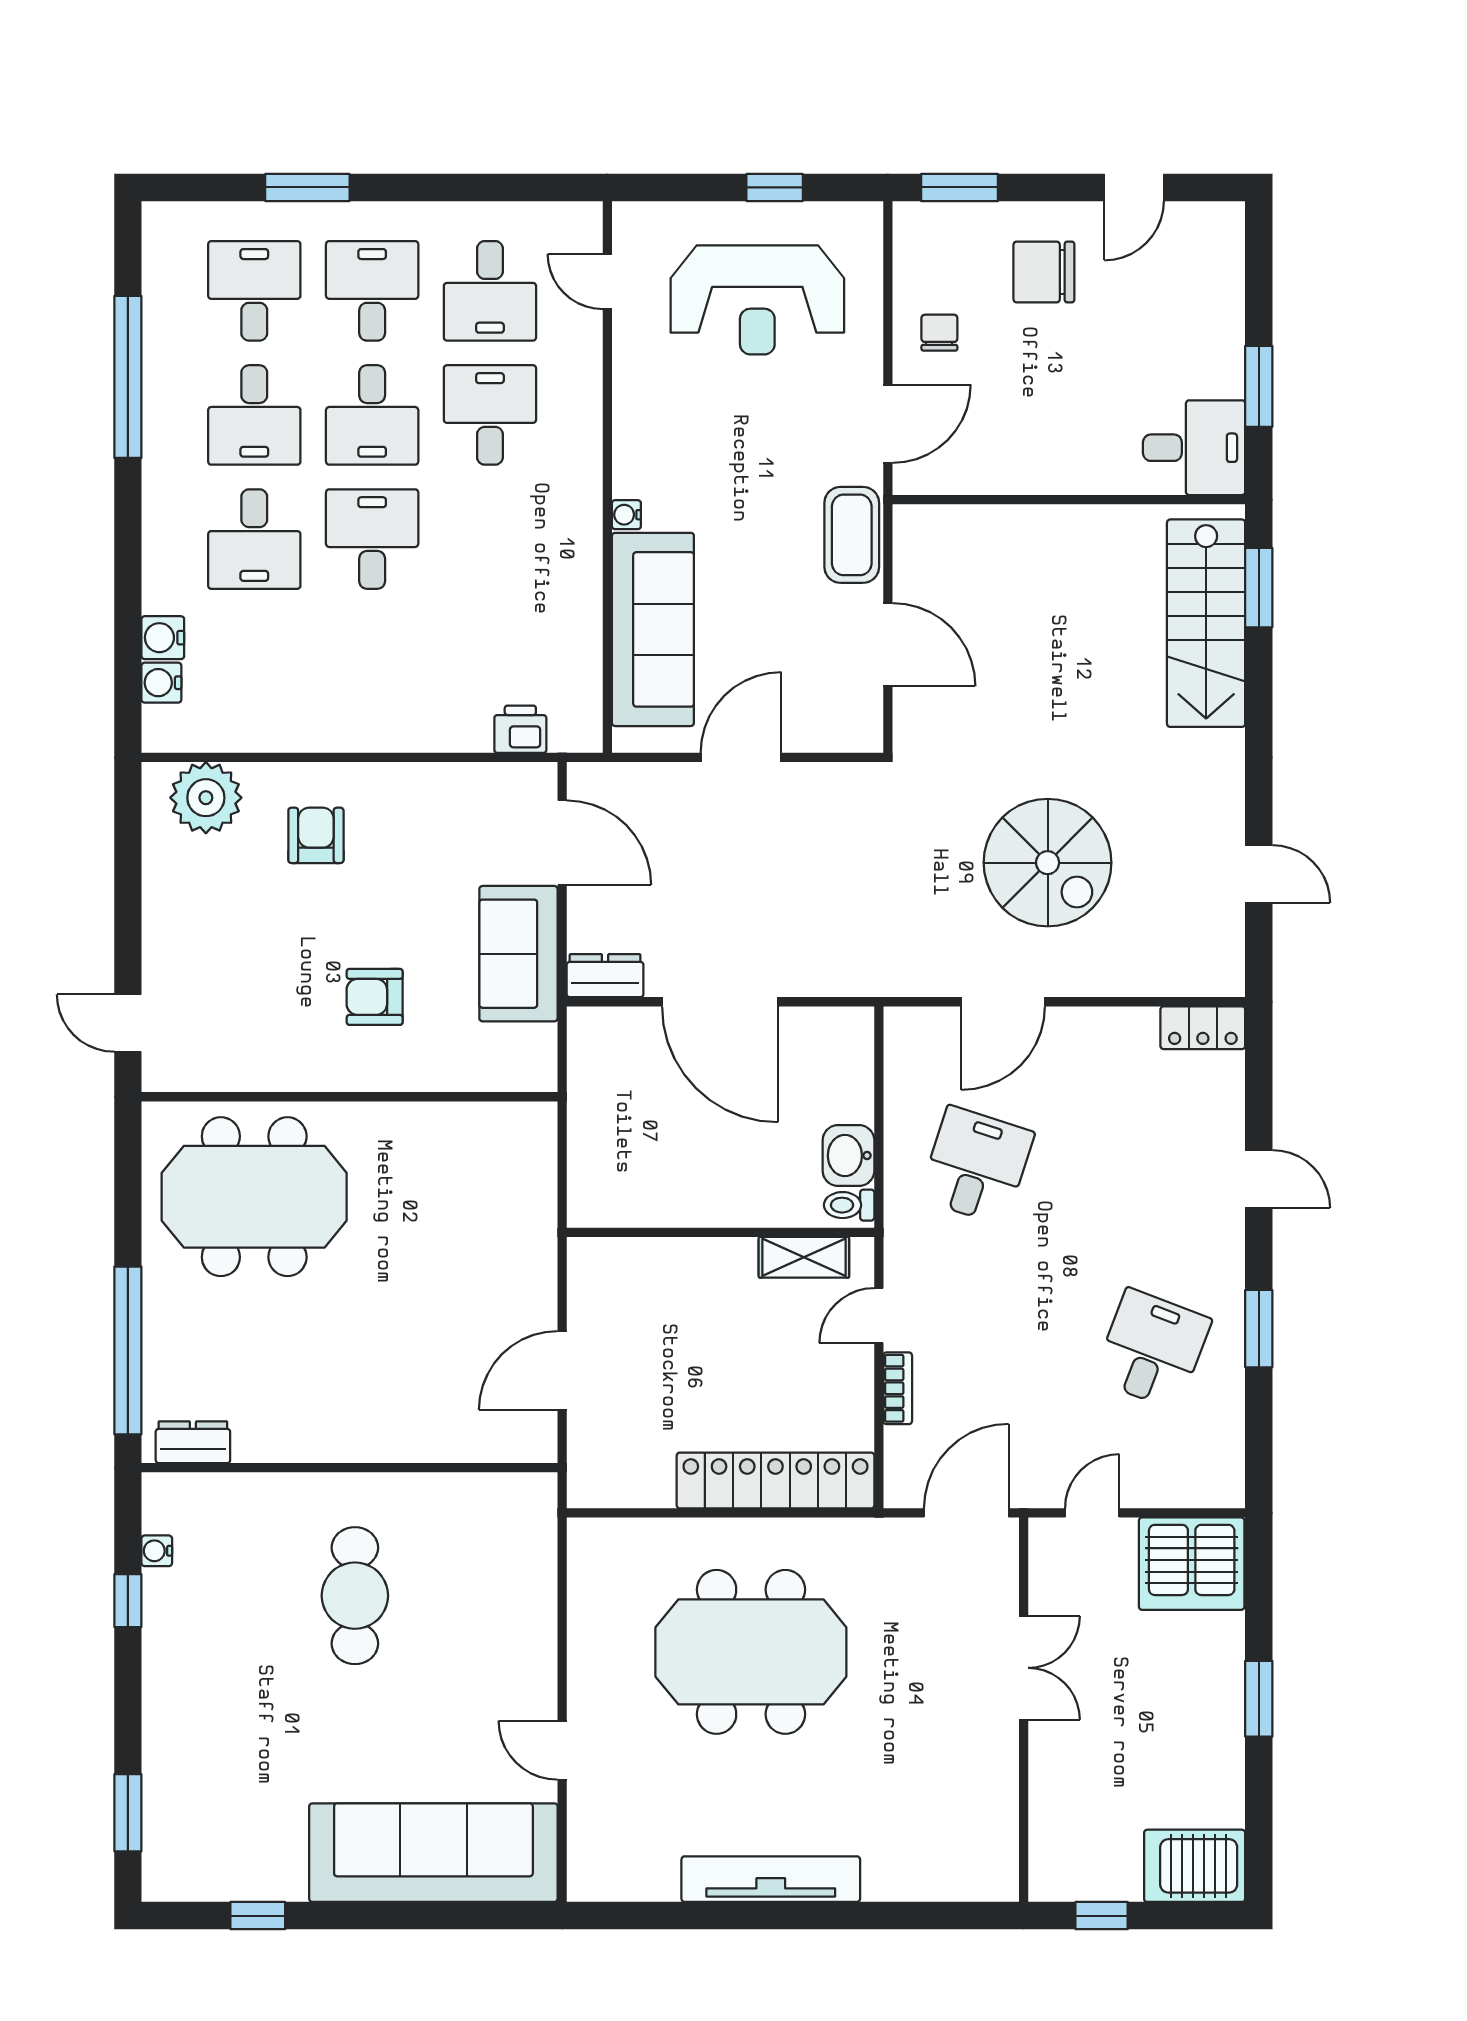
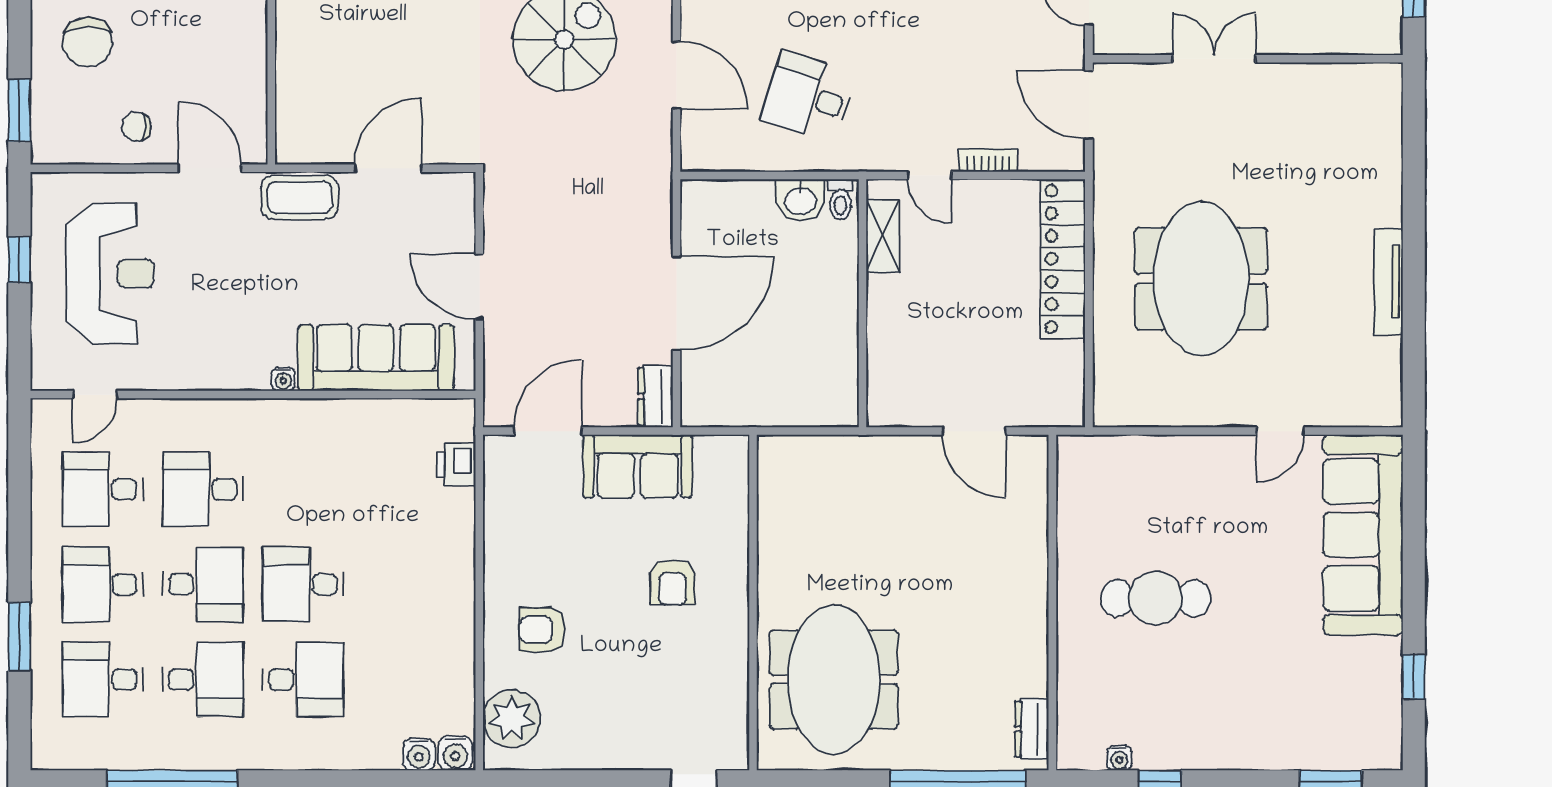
desk: (490, 291) -> (103, 489), turned 180
water cooler: (163, 638) -> (455, 753), moved
tv unit: (771, 1879) -> (1388, 282), width x0.73, depth x0.78

